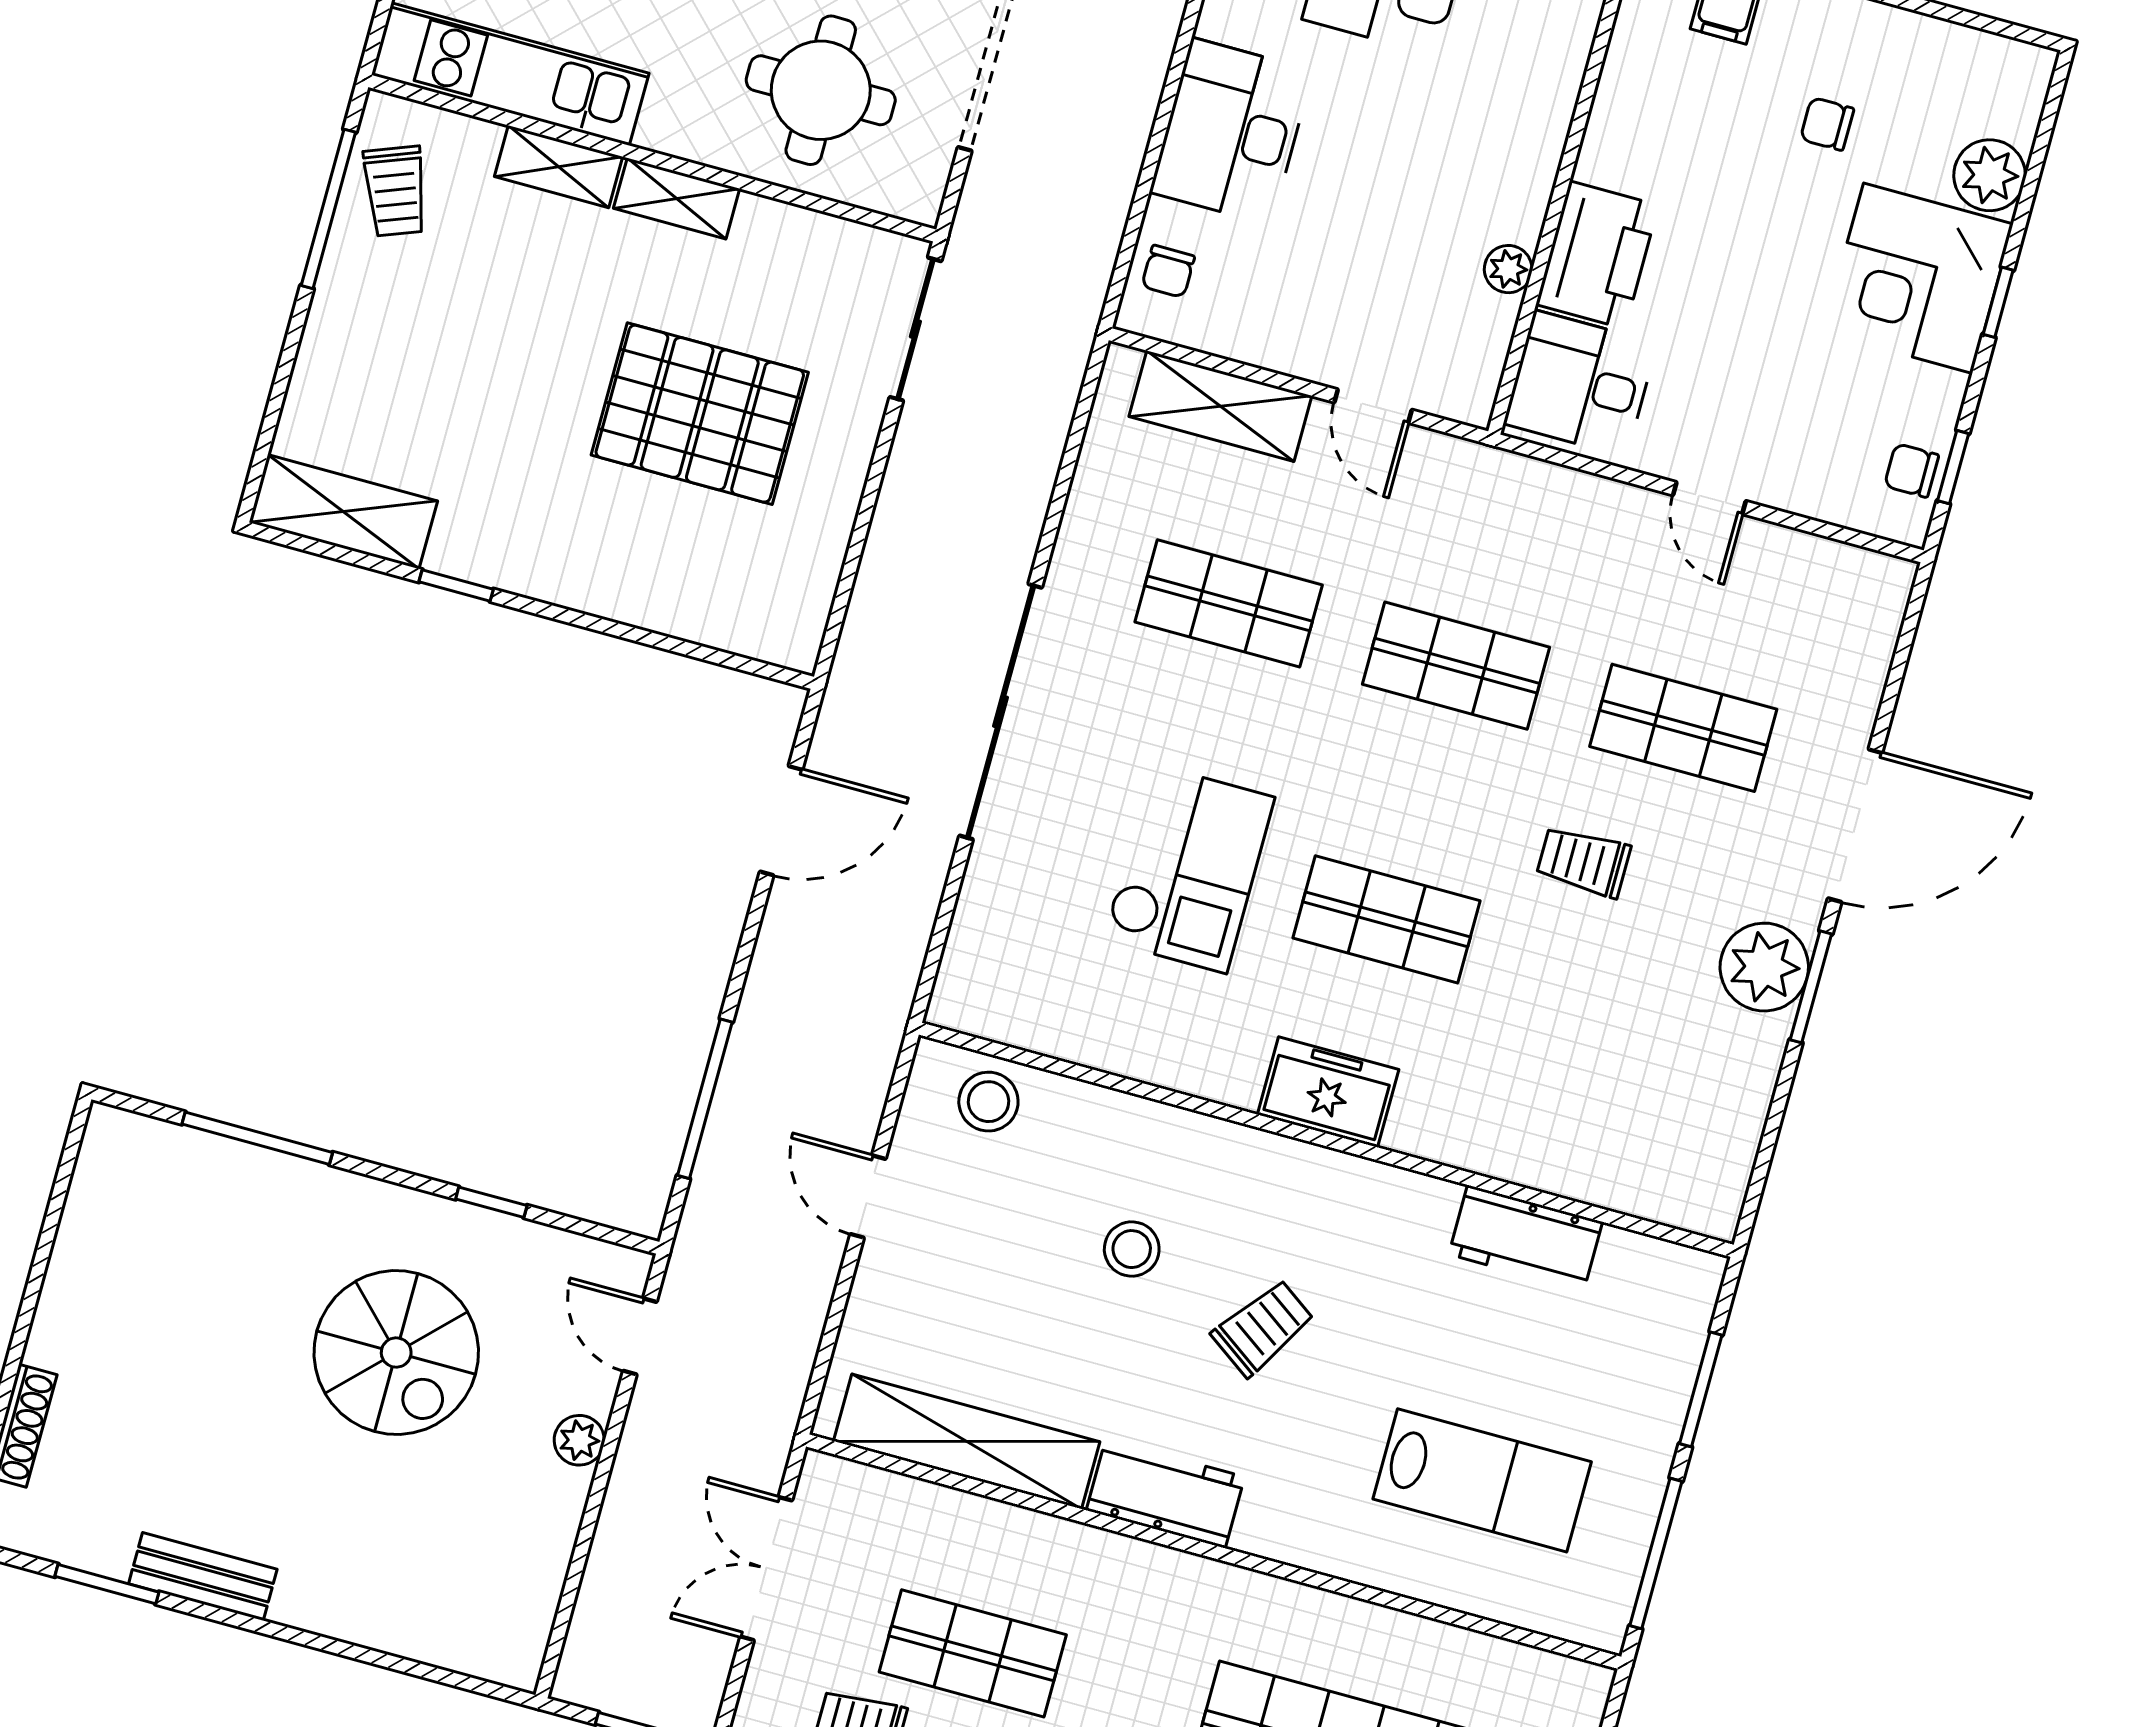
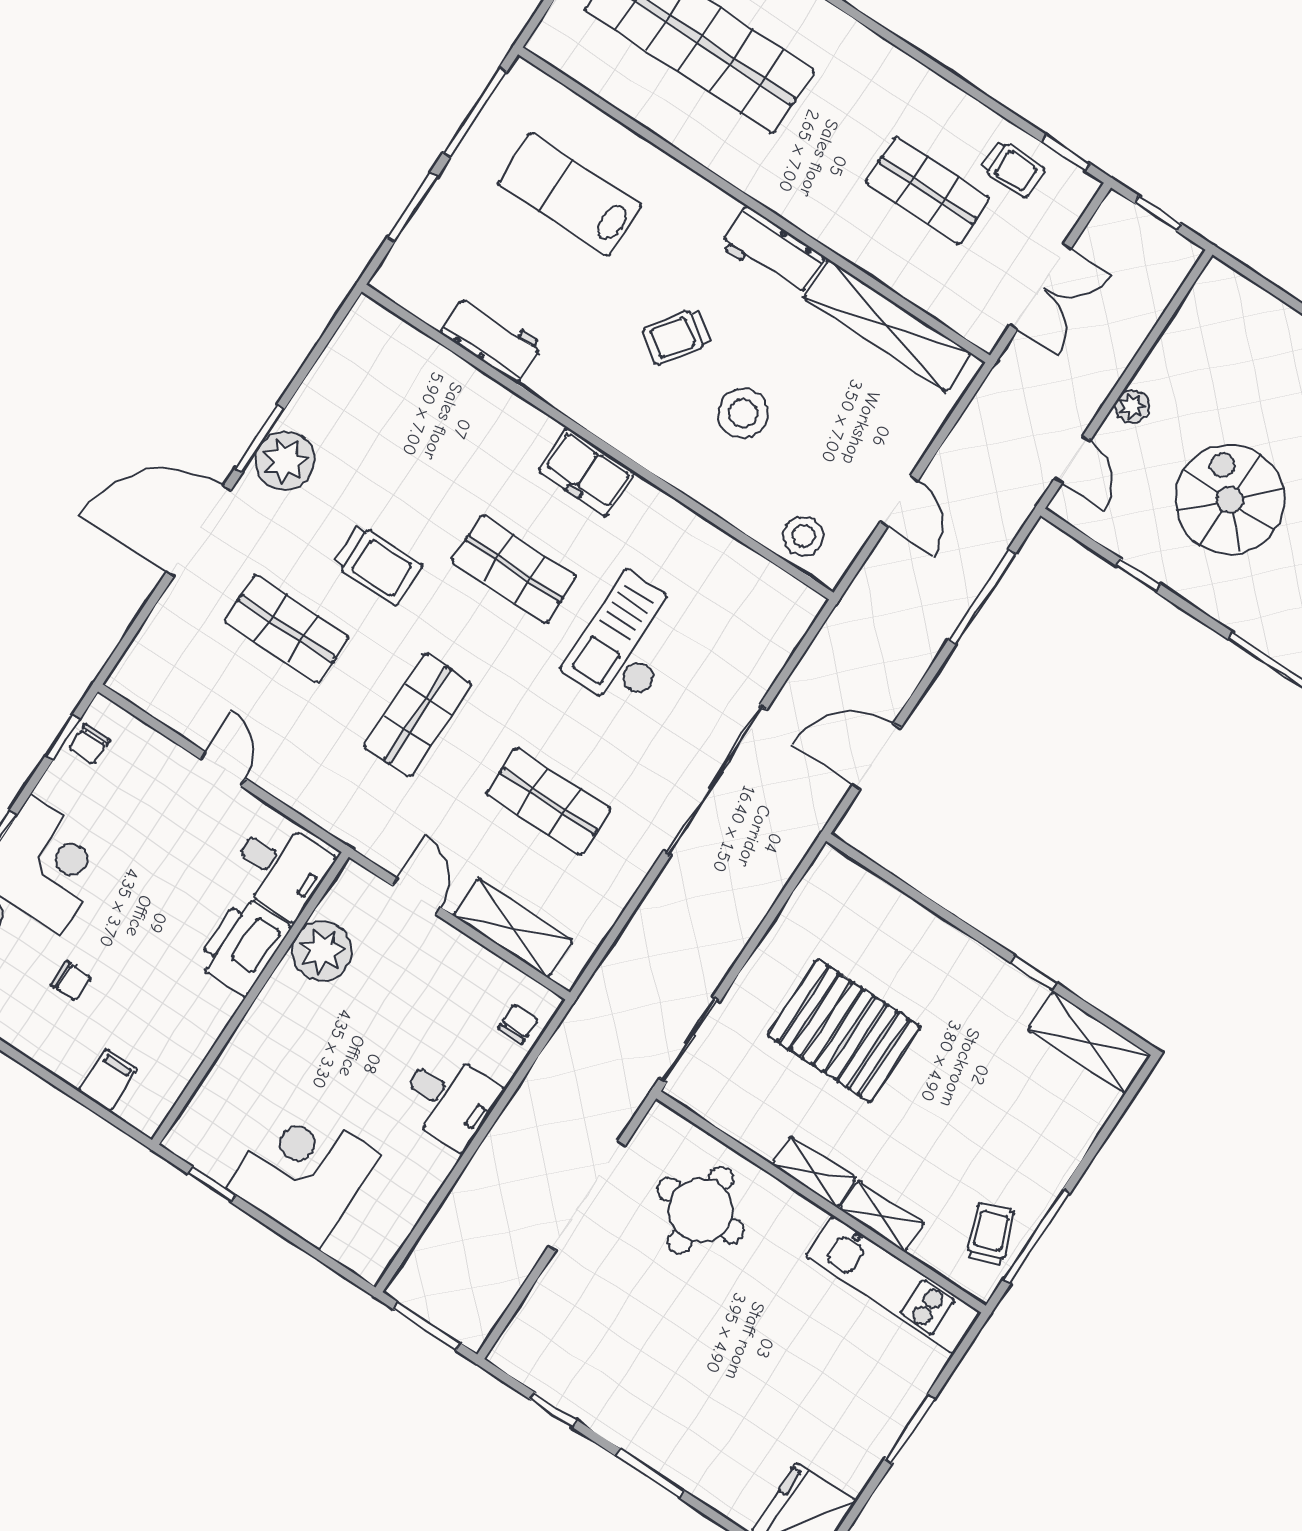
desk: (1231, 131) -> (449, 1099), width x0.73
plant: (1508, 269) -> (322, 951), width x1.87, depth x1.87
chair: (1912, 470) -> (89, 744), turned 90
shop shelf: (1456, 666) -> (418, 715), turned 90
trolley: (1583, 862) -> (377, 565), width x1.36, depth x1.39
stool: (1132, 1249) -> (743, 413), width x1.38, depth x1.38

